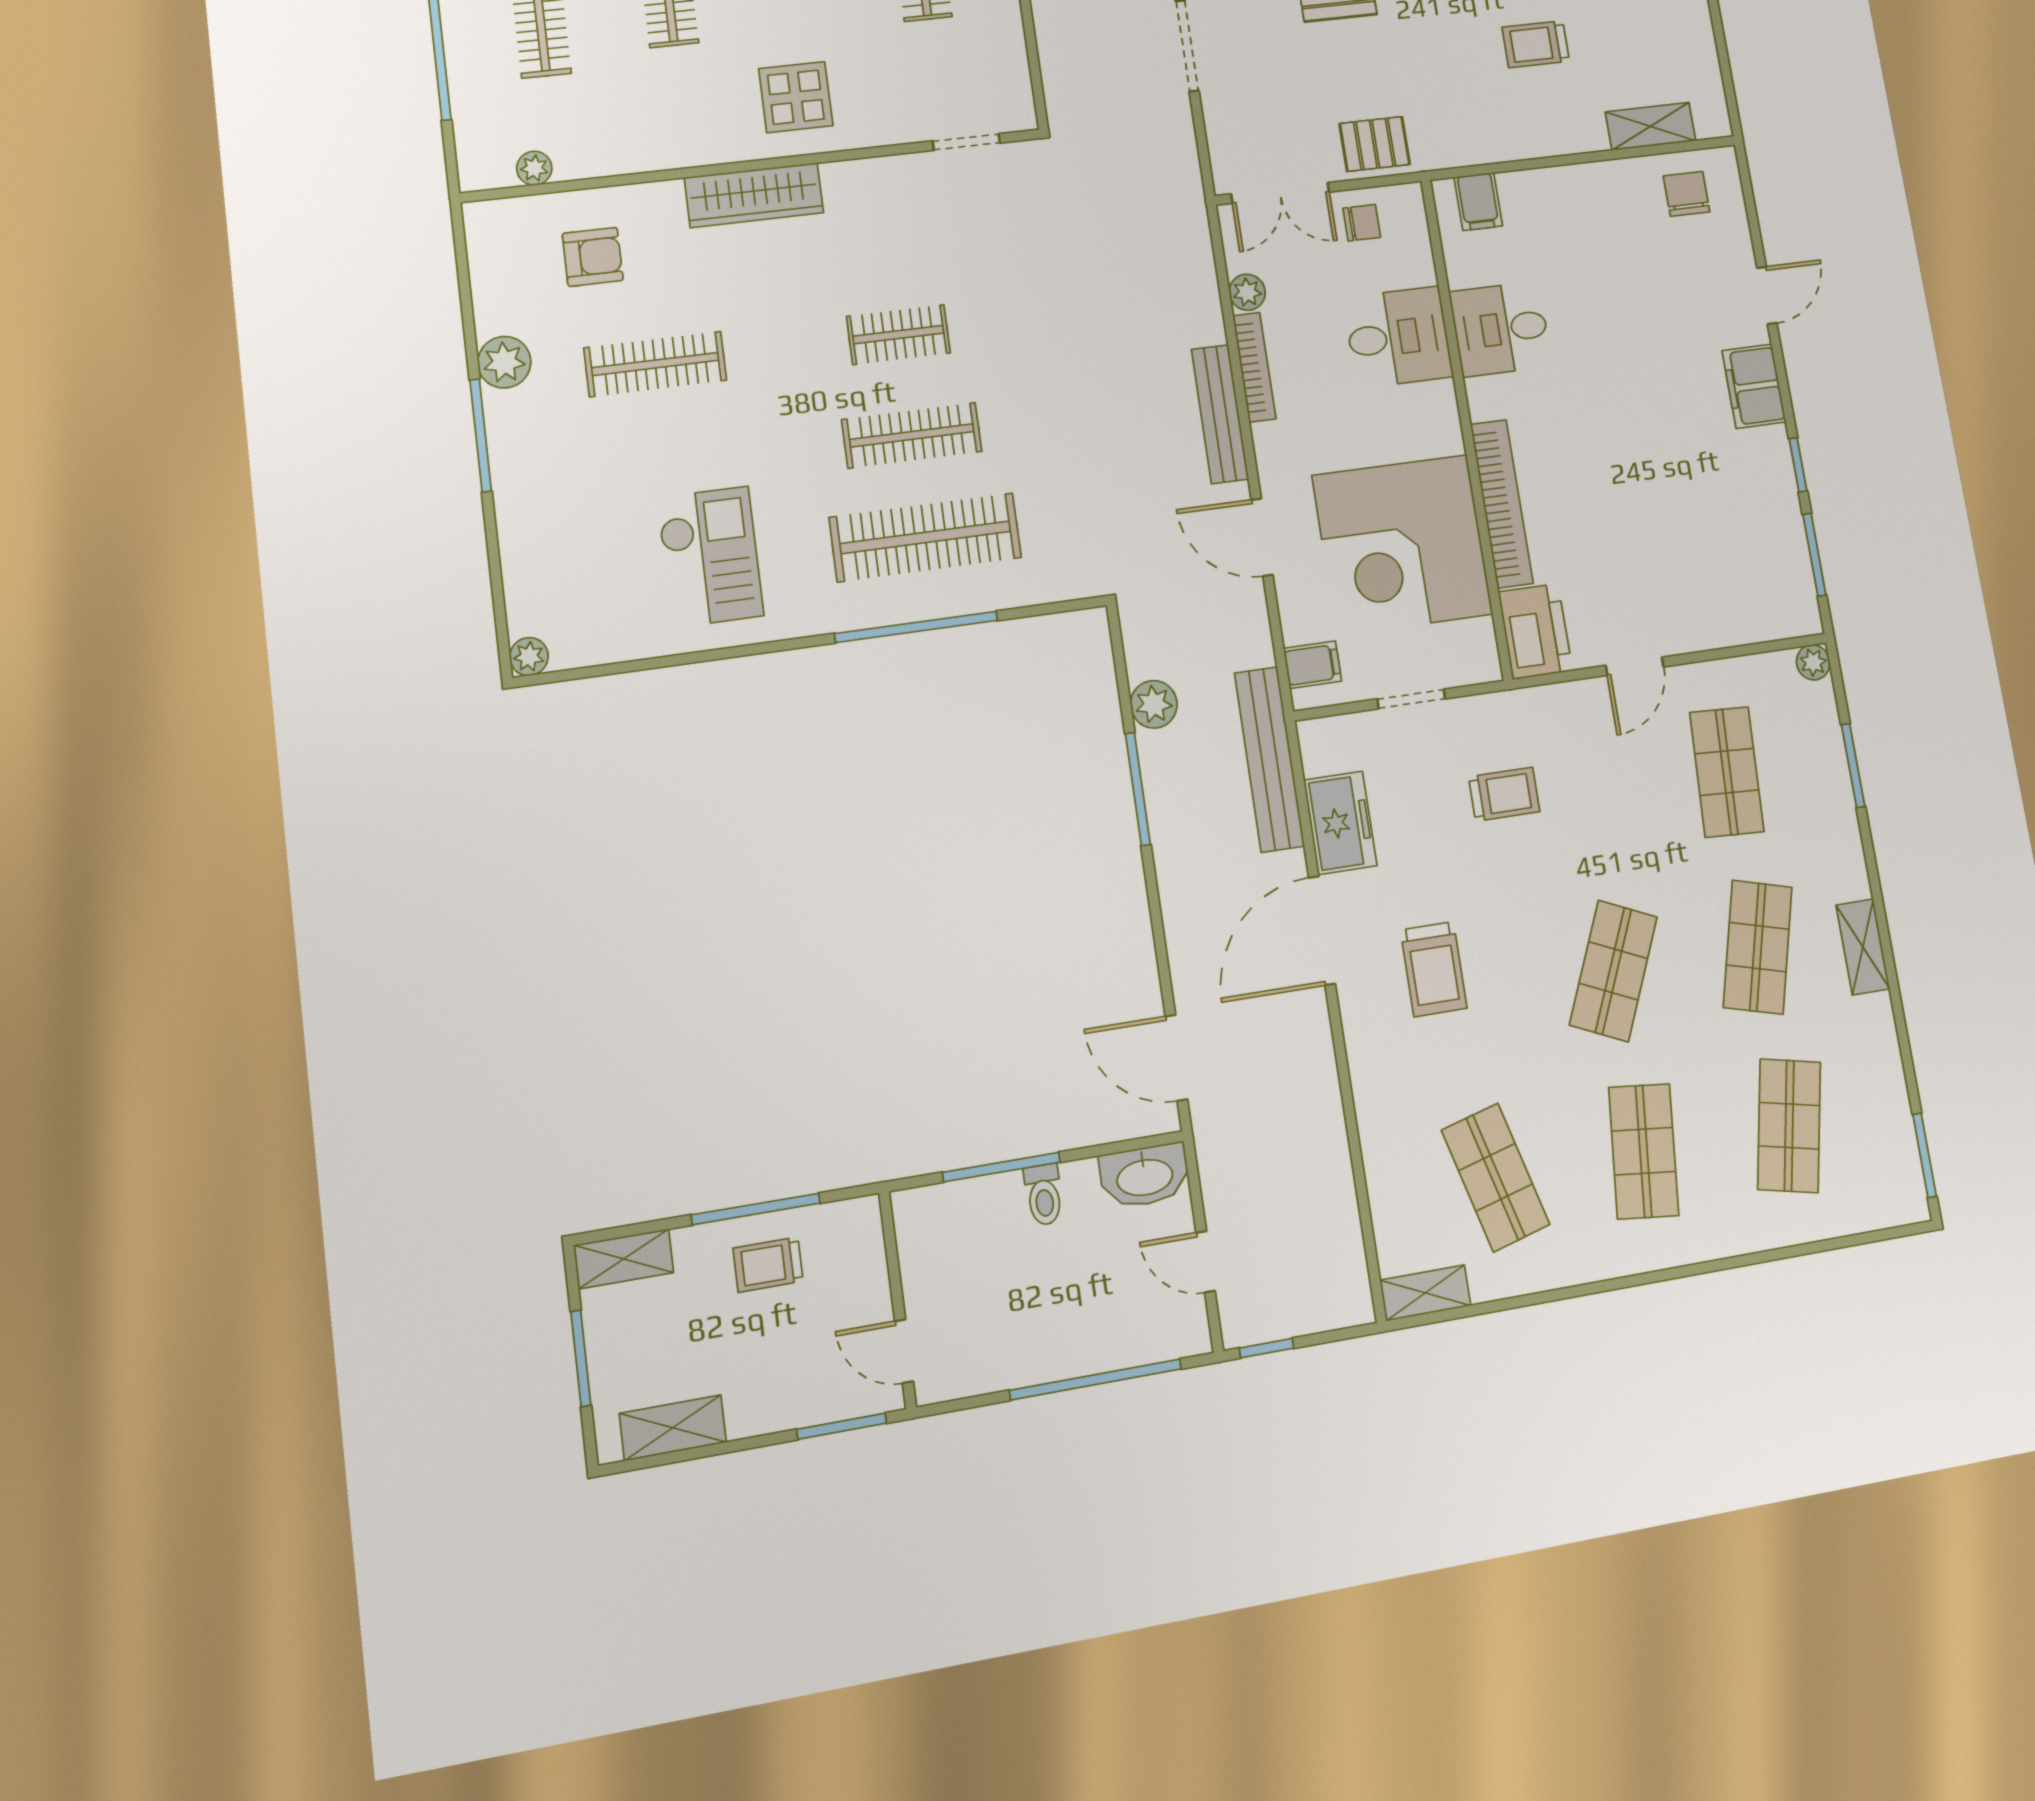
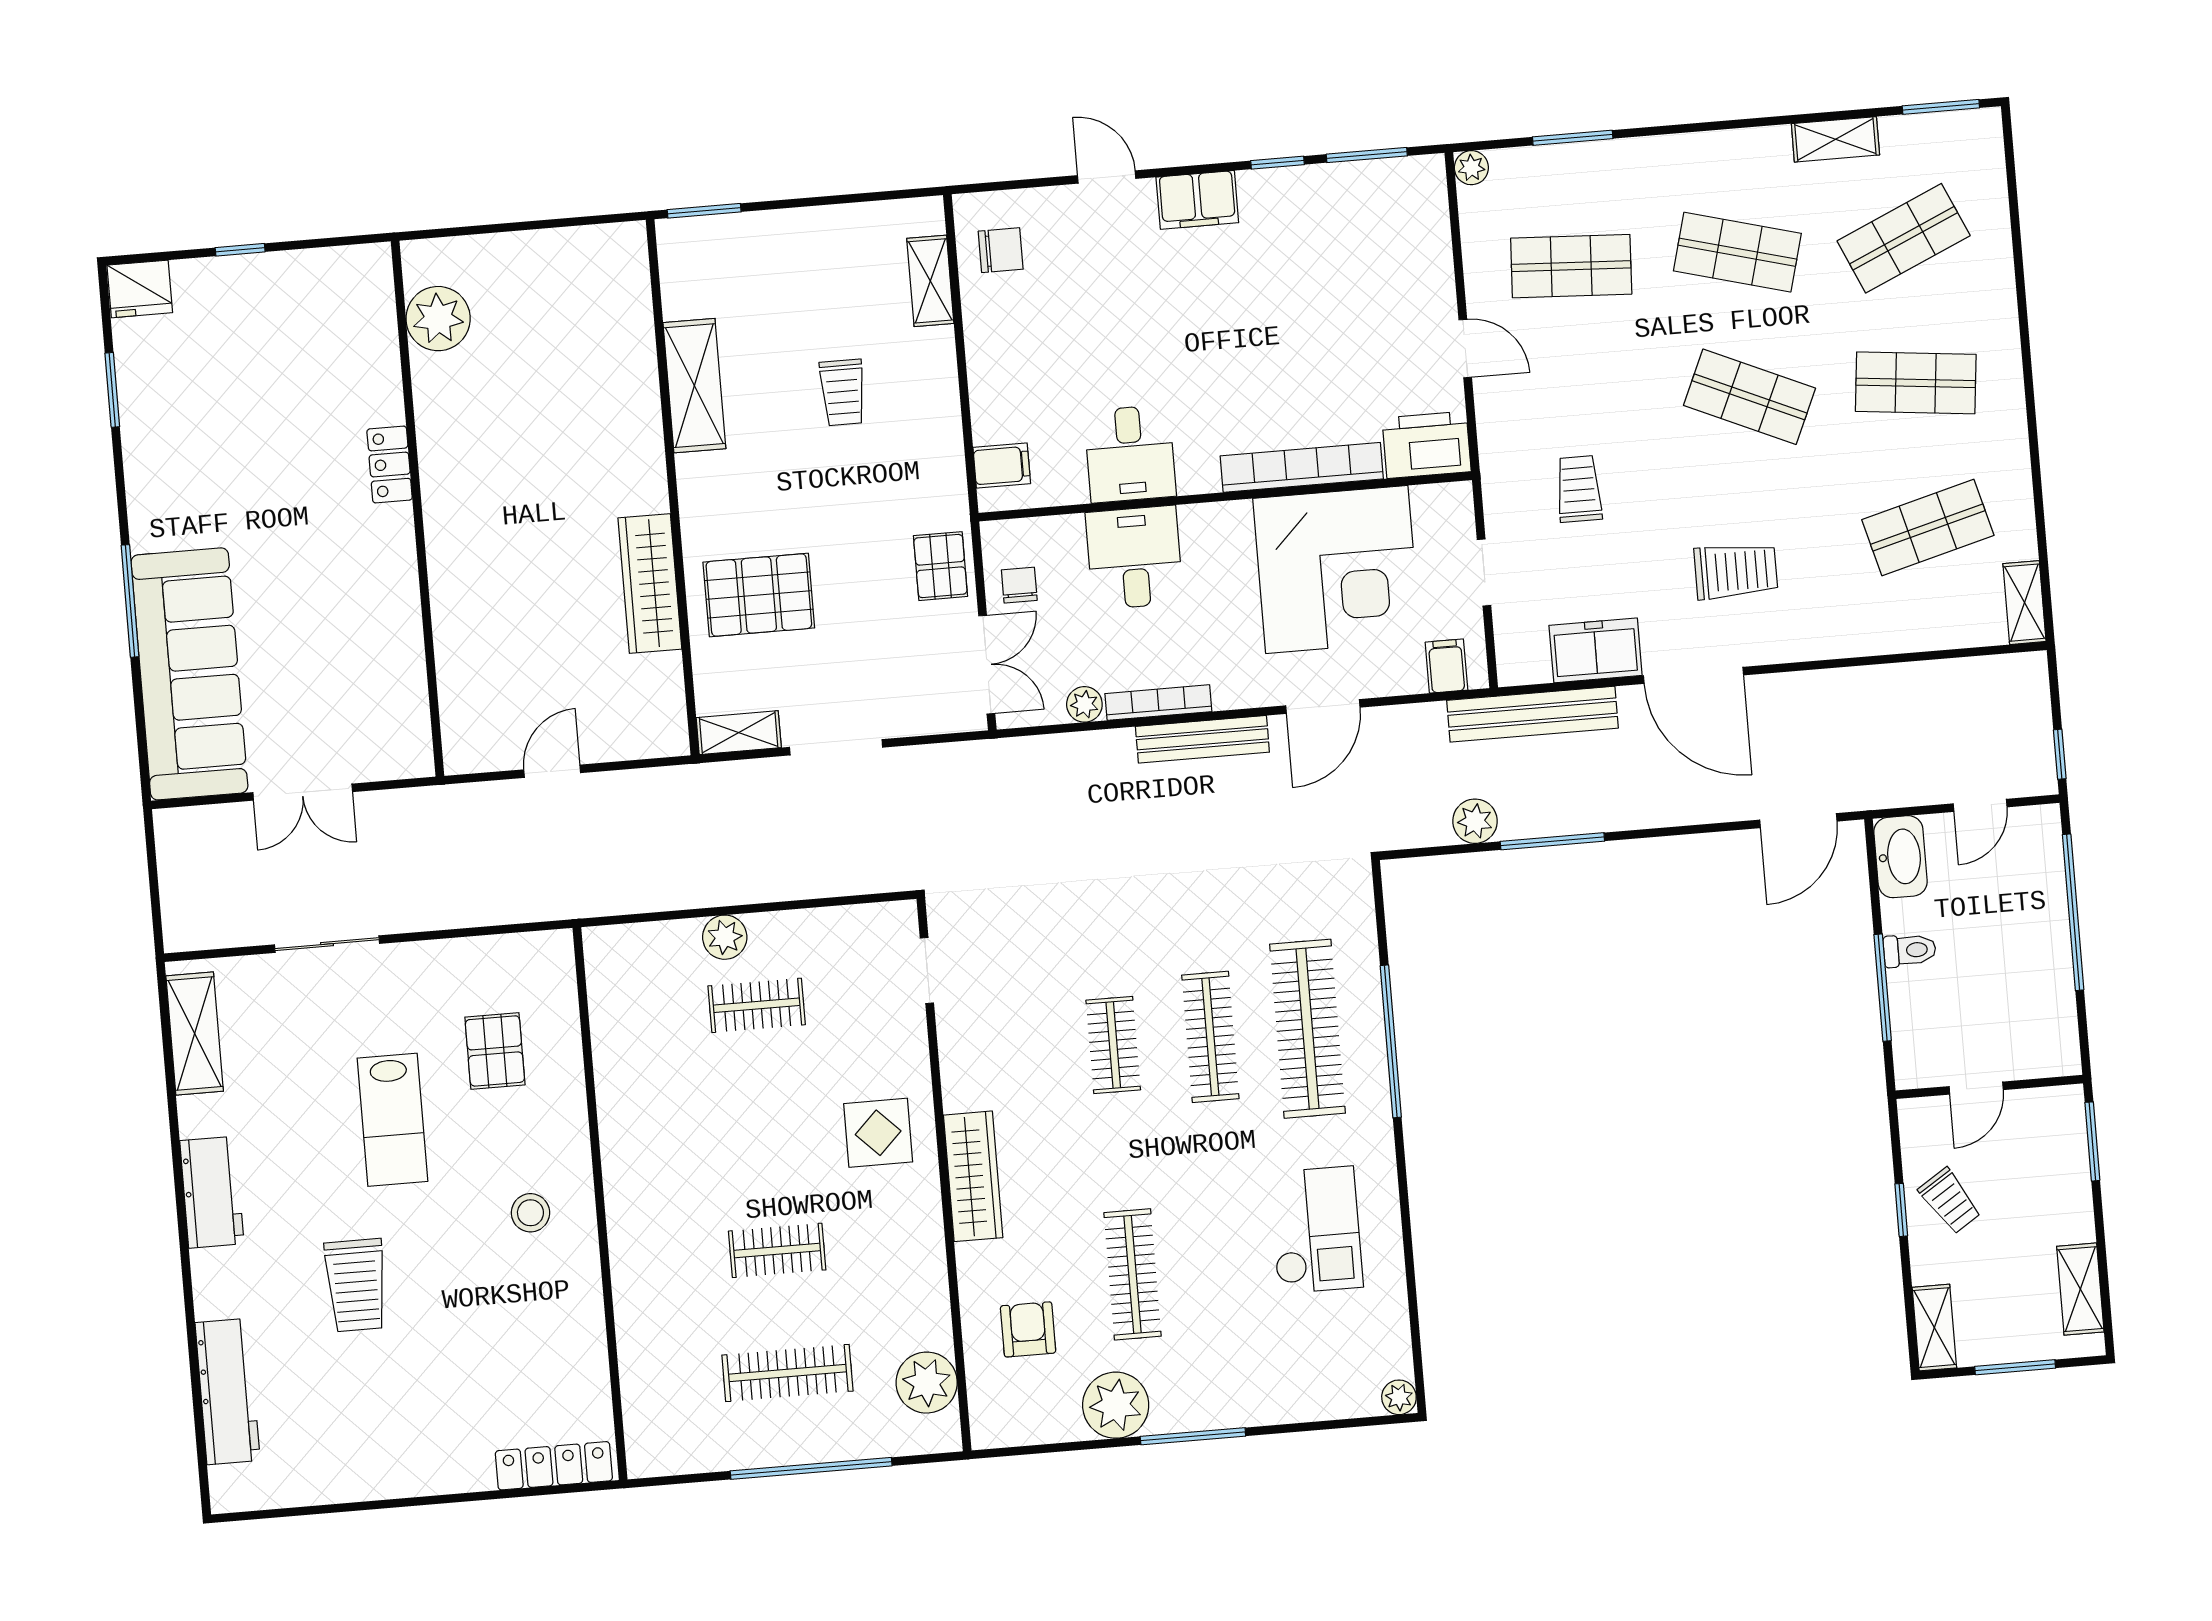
plant: (534, 168) -> (927, 1383), width x1.87, depth x1.87
chair: (1687, 194) -> (1001, 250), turned 180
plant: (504, 362) -> (1116, 1405), width x1.36, depth x1.36
checkout: (710, 557) -> (1316, 1230), turned 90
shelving: (1863, 947) -> (1835, 139), moved
shop shelf: (1789, 1126) -> (1904, 238), turned -36
window: (756, 1209) -> (1901, 1210), width x0.46
trolley: (768, 1265) -> (1950, 1201), turned -33
door: (904, 1351) -> (1976, 1088), moved

